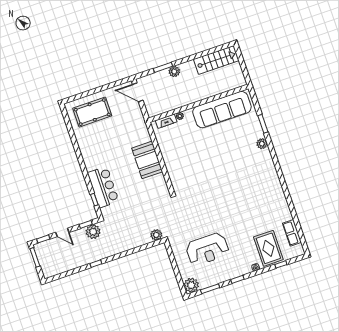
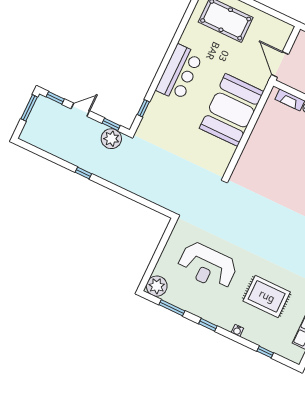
door: (138, 92) -> (280, 65), moved
booth: (147, 160) -> (232, 110), width x1.36, depth x1.42
bar counter: (103, 187) -> (179, 73), moved
door: (62, 232) -> (80, 110), swing flipped
plant: (156, 235) -> (171, 203), removed
rug: (268, 248) -> (267, 296), moved, turned 90

